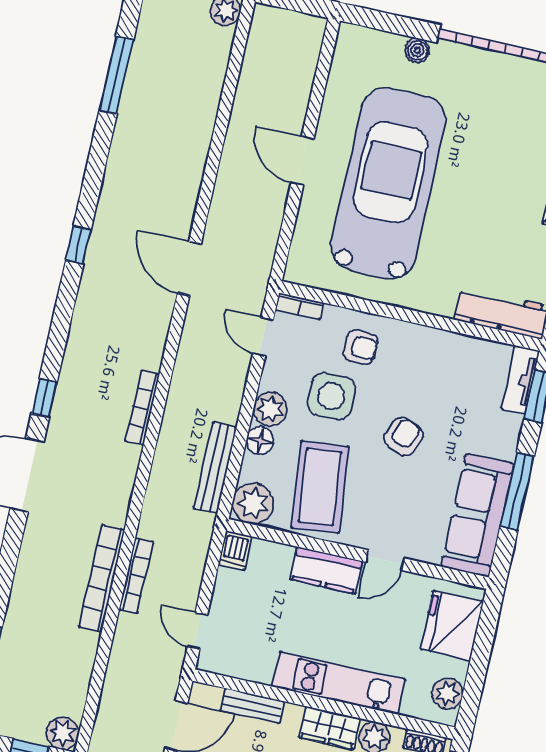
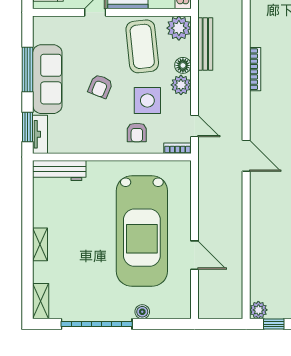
door: (303, 161) -> (194, 255), moved
armchair: (360, 347) -> (137, 132), turned -90
sofa: (478, 515) -> (47, 79), moved

